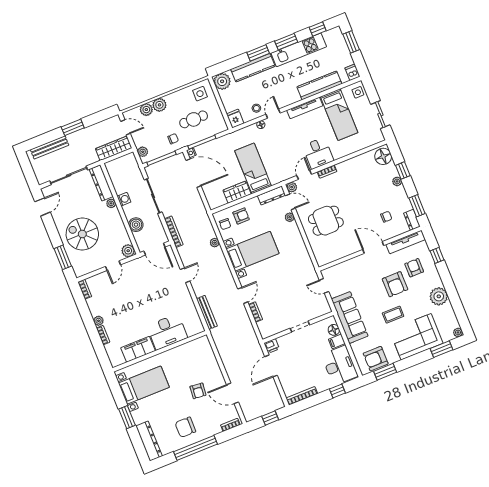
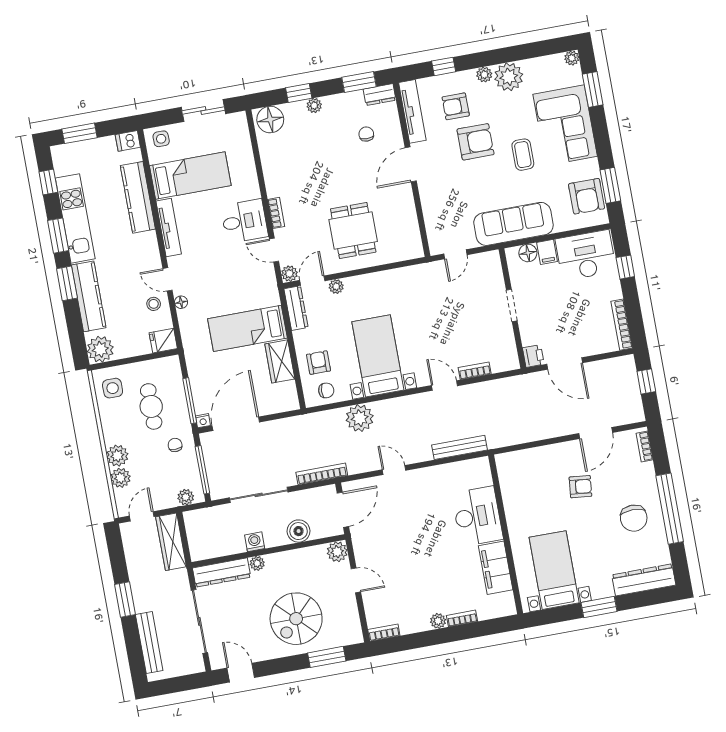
plant: (215, 243) -> (360, 418), width x1.88, depth x1.88
plant: (437, 281) -> (484, 75), added

